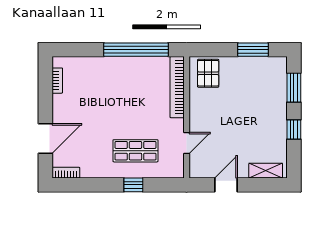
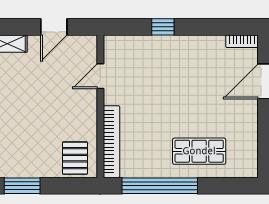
bookcase: (57, 81) -> (252, 150), removed
shop shelf: (135, 151) -> (199, 151), moved

